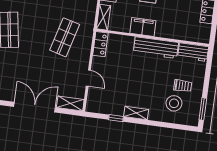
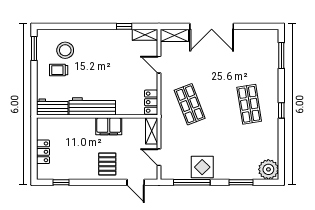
shop shelf: (65, 37) -> (190, 104), turned -36
shelving: (136, 113) -> (145, 35), moved

